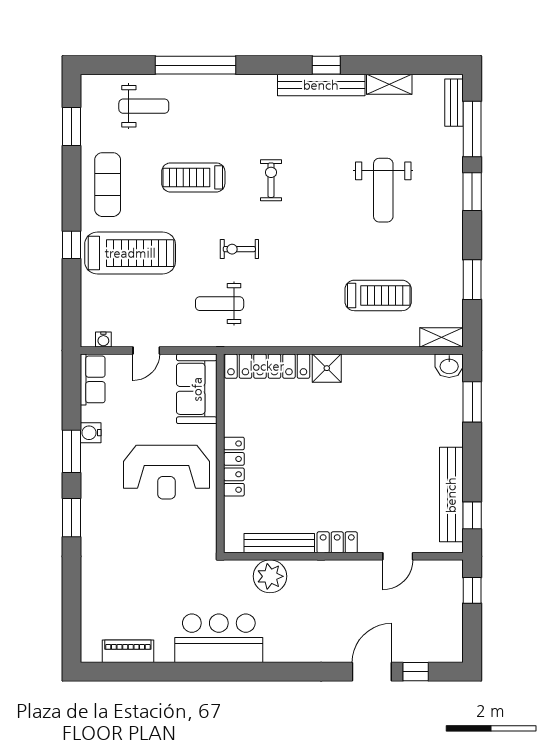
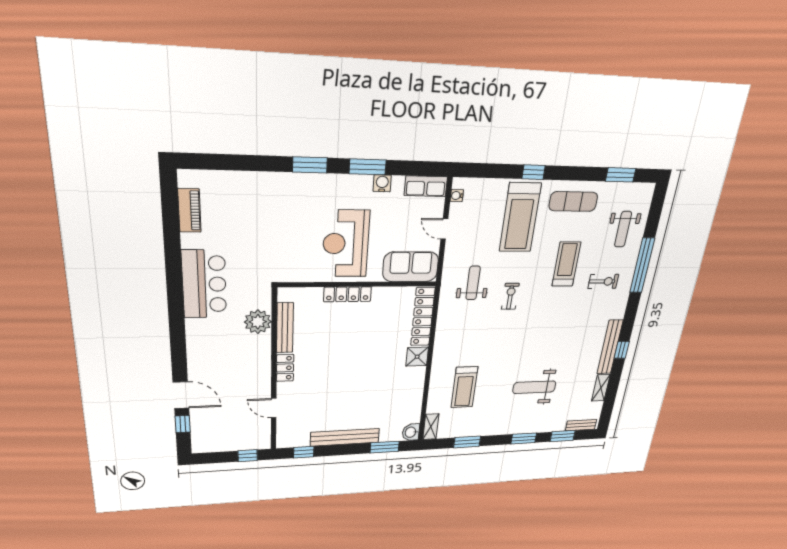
window: (472, 129) -> (563, 436), width x0.69
exercise bike: (271, 180) -> (603, 281), moved
bench: (451, 495) -> (345, 437), moved

